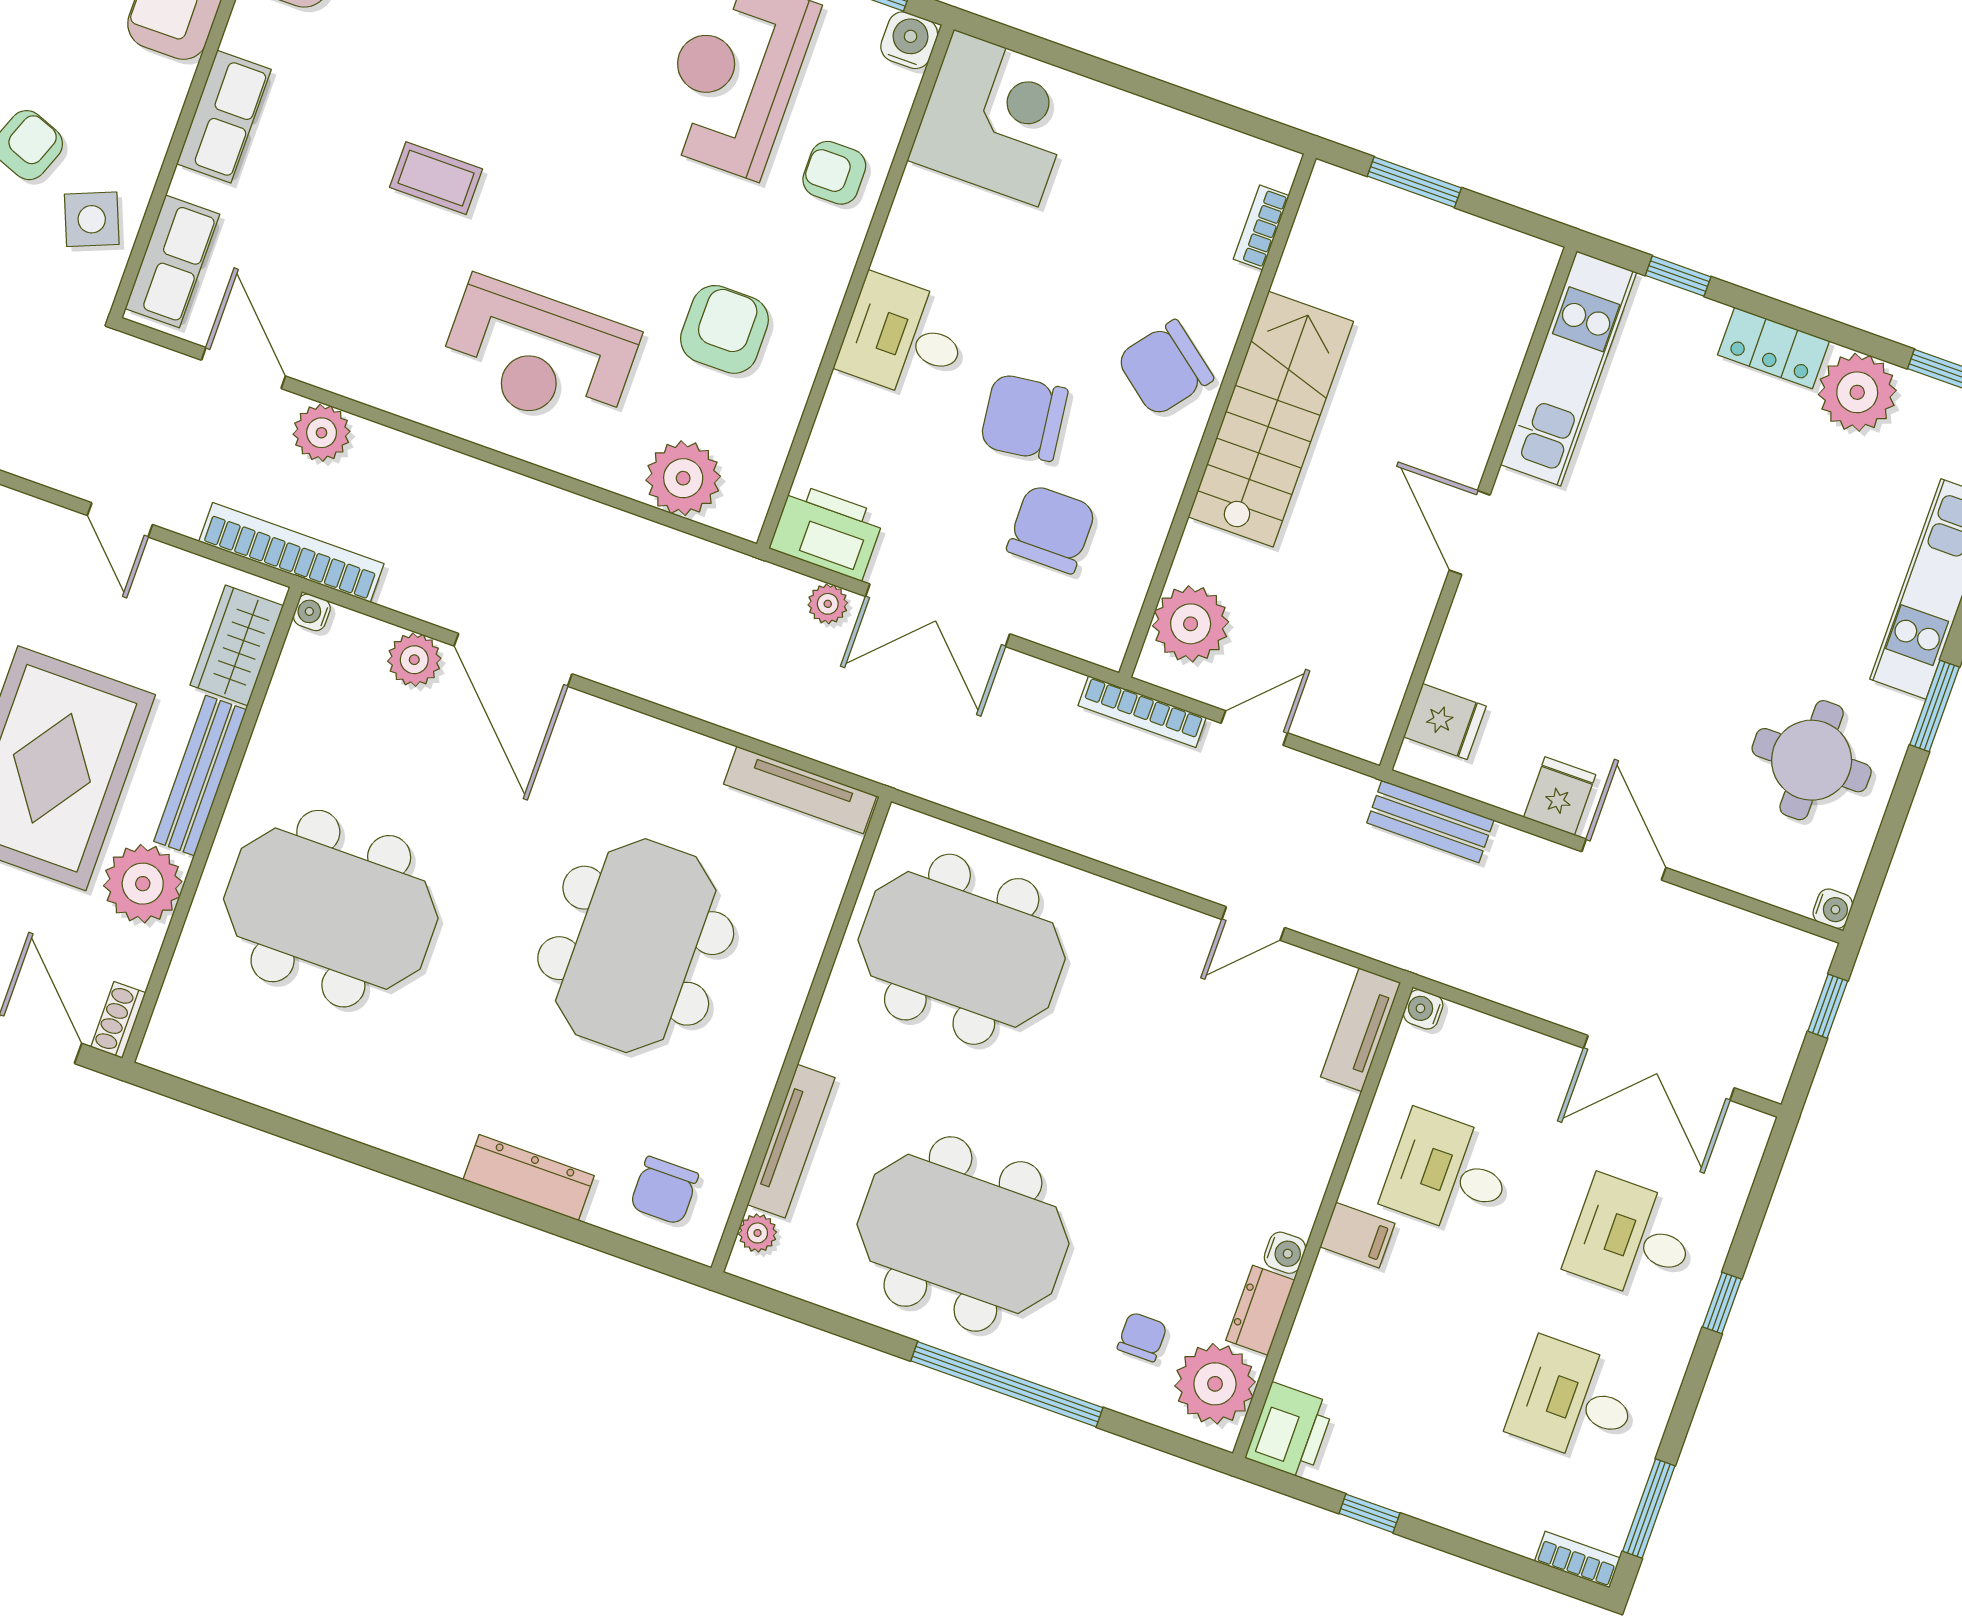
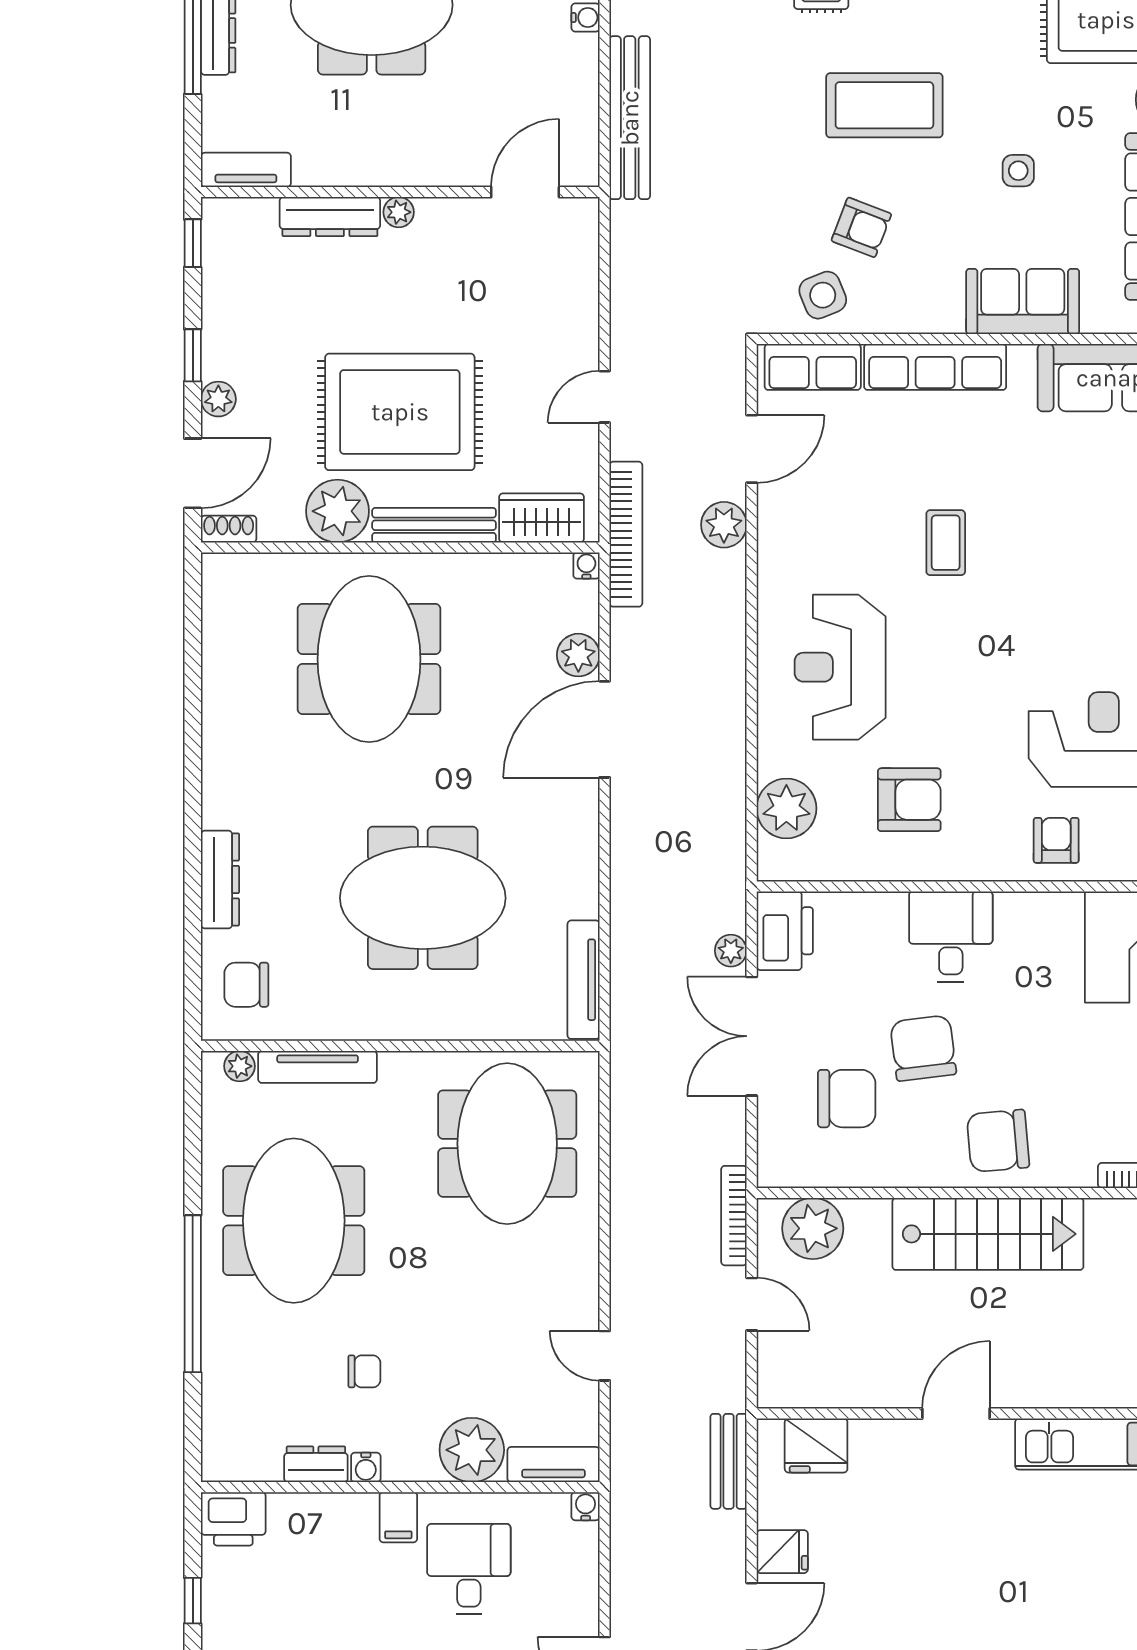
row of seats: (224, 117) -> (935, 367), width x1.48
chair: (1165, 368) -> (998, 1141), turned -43
fridge: (1445, 722) -> (816, 1446), width x1.38
chair: (1142, 1337) -> (364, 1371), moved
plant: (1215, 1384) -> (472, 1450), moved

